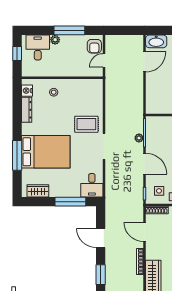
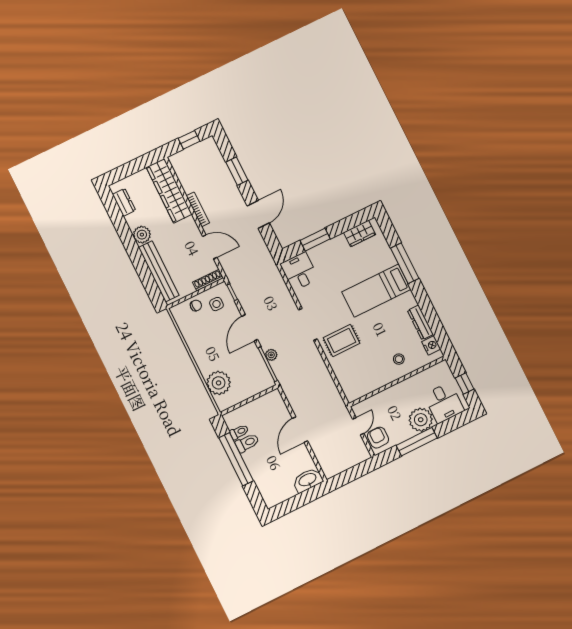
plant: (55, 40) -> (421, 420), width x1.88, depth x1.88
door: (144, 62) -> (300, 430), moved
bed: (46, 152) -> (376, 291), width x0.67
door: (144, 164) -> (250, 328), hinge flipped
window: (70, 202) -> (315, 240), width x0.69
door: (101, 238) -> (258, 214), hinge flipped

